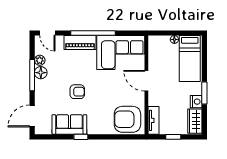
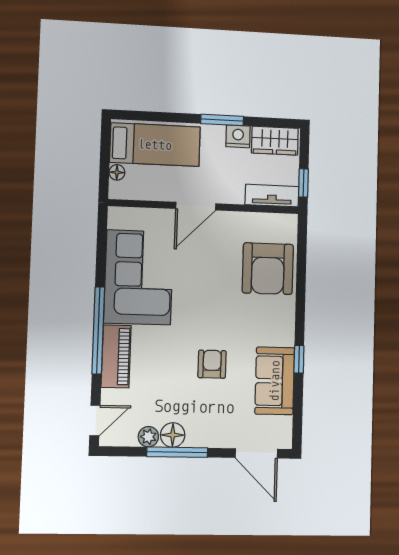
door: (146, 81) -> (196, 206), moved
wall: (146, 85) -> (204, 206), moved
tv unit: (154, 120) -> (272, 196), moved

